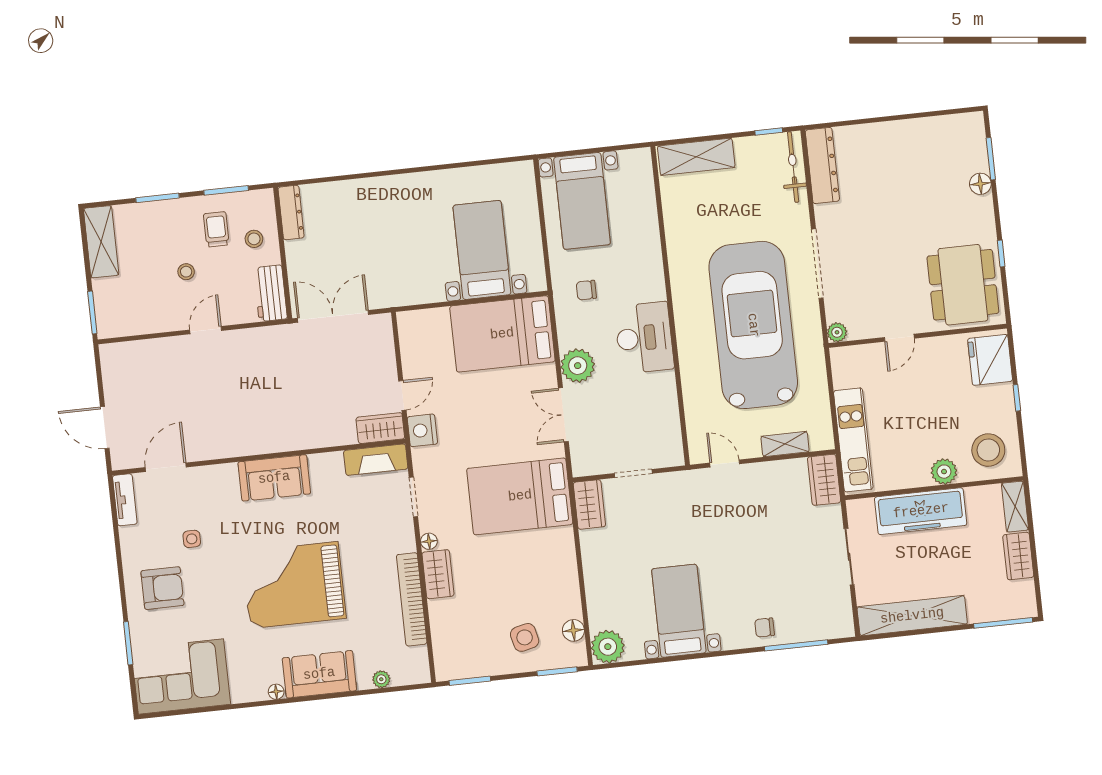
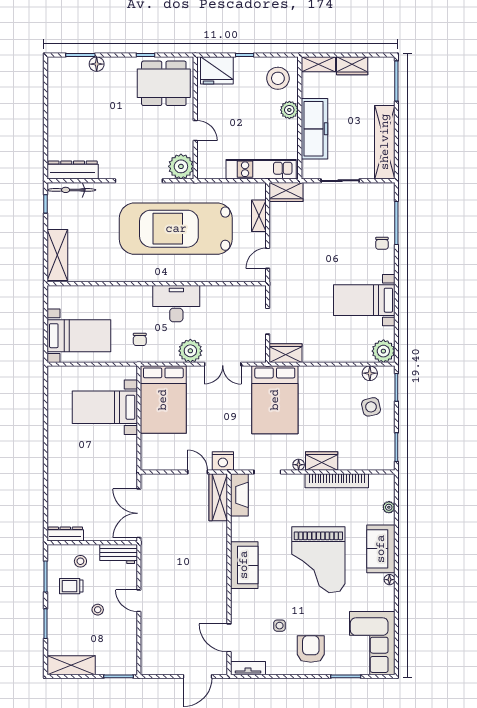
plant: (837, 332) -> (181, 166), width x1.87, depth x1.87
wardrobe: (380, 428) -> (218, 497), width x1.50

